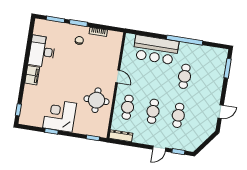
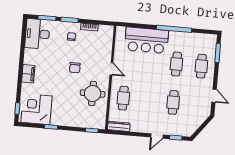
desk: (42, 51) -> (37, 34), moved
chair: (80, 73) -> (75, 68), added
cafe table: (153, 111) -> (201, 66), moved
door: (221, 112) -> (214, 96), hinge flipped
corner desk: (60, 115) -> (36, 109), moved

